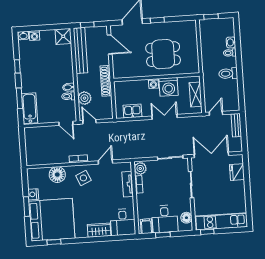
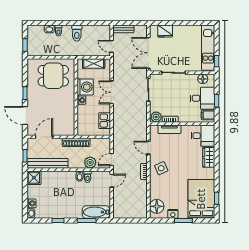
dining table: (163, 54) -> (53, 76), moved, turned 90
floor lamp: (57, 175) -> (157, 206), moved
bed: (52, 220) -> (201, 199), width x0.73

